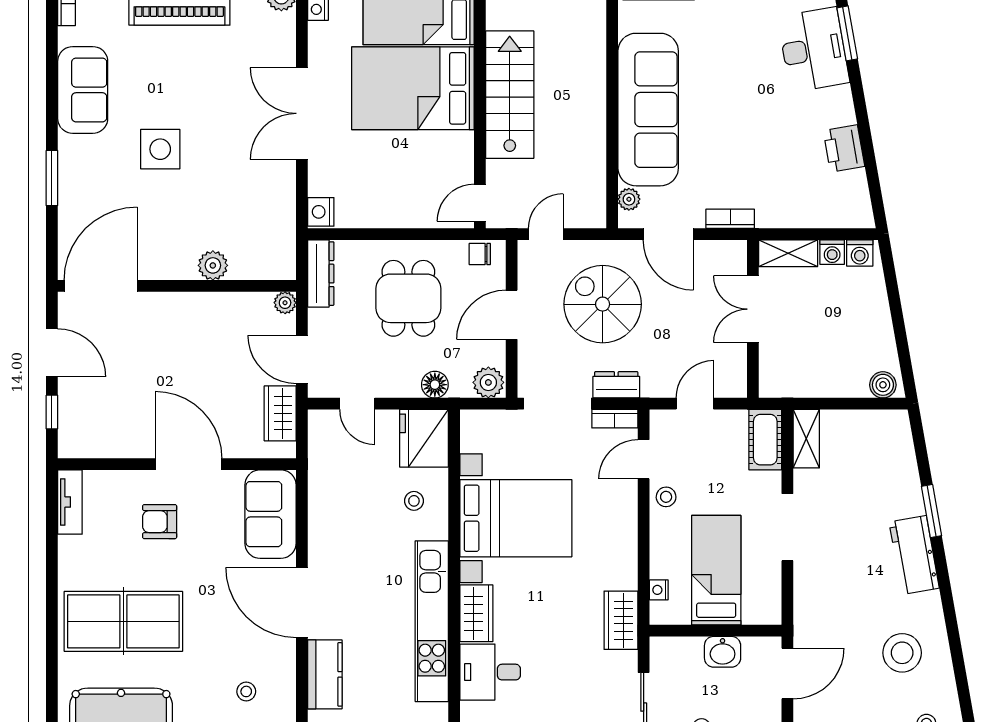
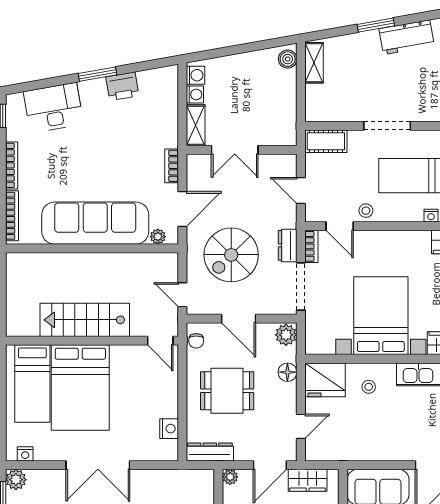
window: (847, 33) -> (97, 74), moved
nightstand: (321, 212) -> (169, 429), moved, turned -90
shelving: (806, 439) -> (314, 63), moved, turned 90

